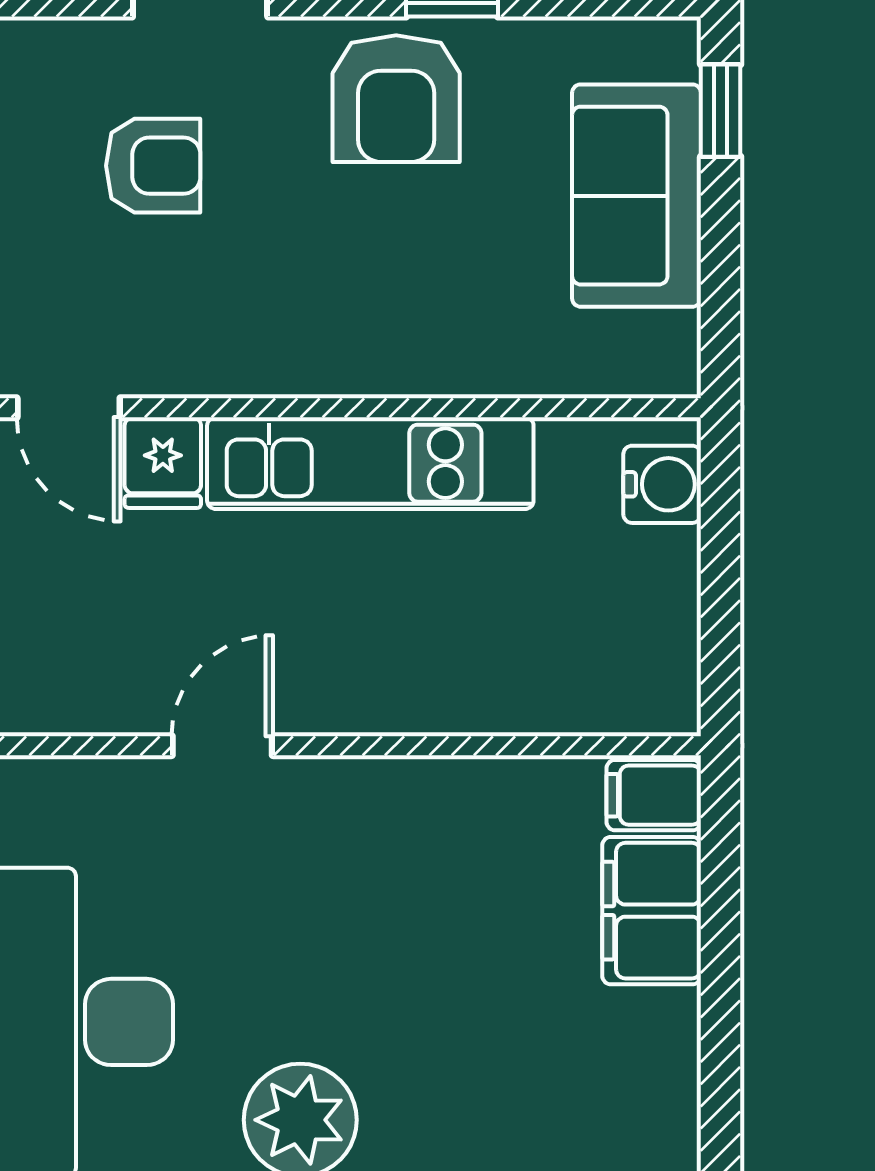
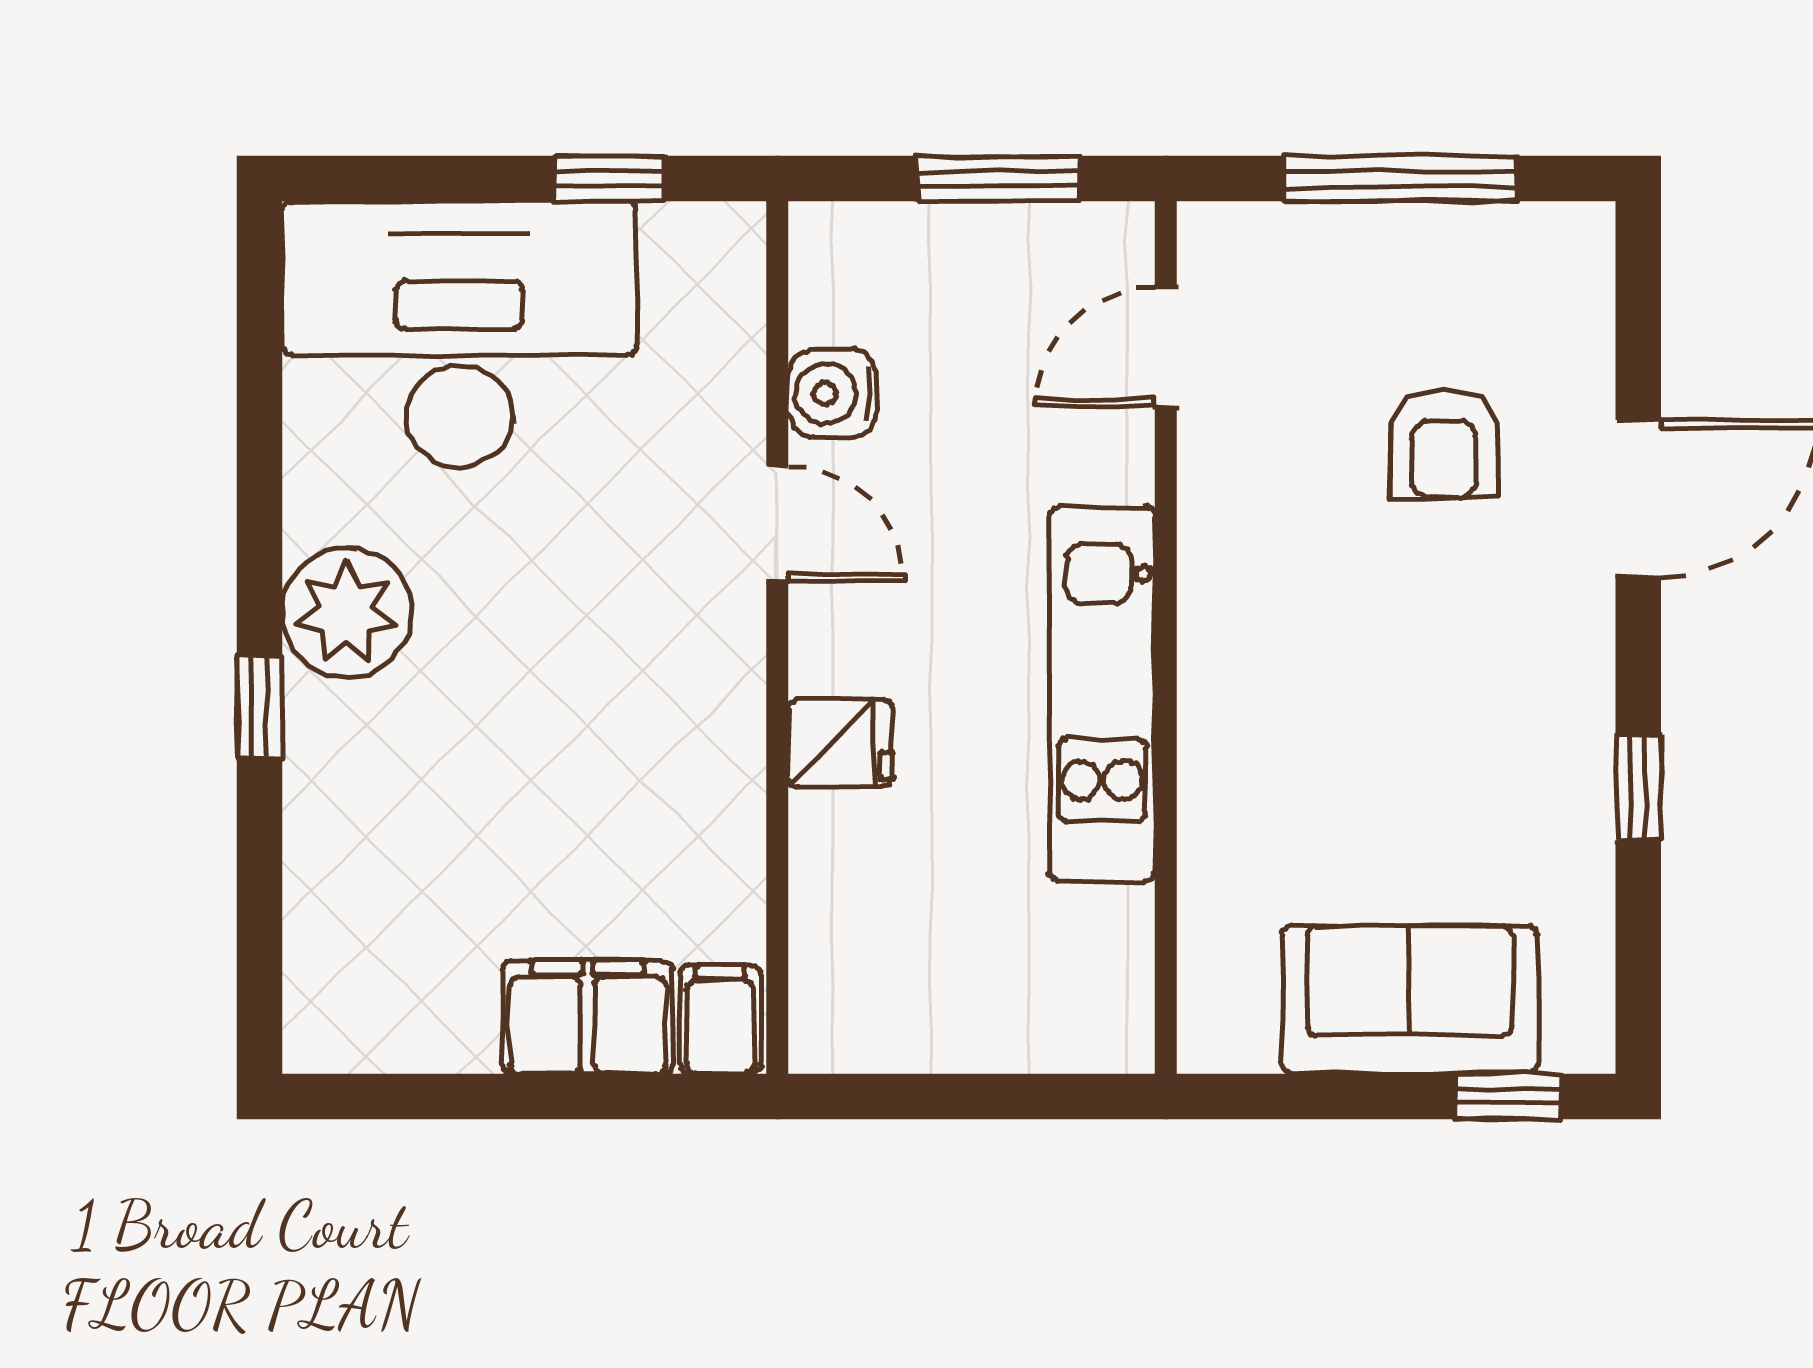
armchair: (396, 99) -> (1521, 723), removed
fridge: (163, 463) -> (840, 743), moved, turned 180
water cooler: (662, 484) -> (833, 393), moved, turned 90

